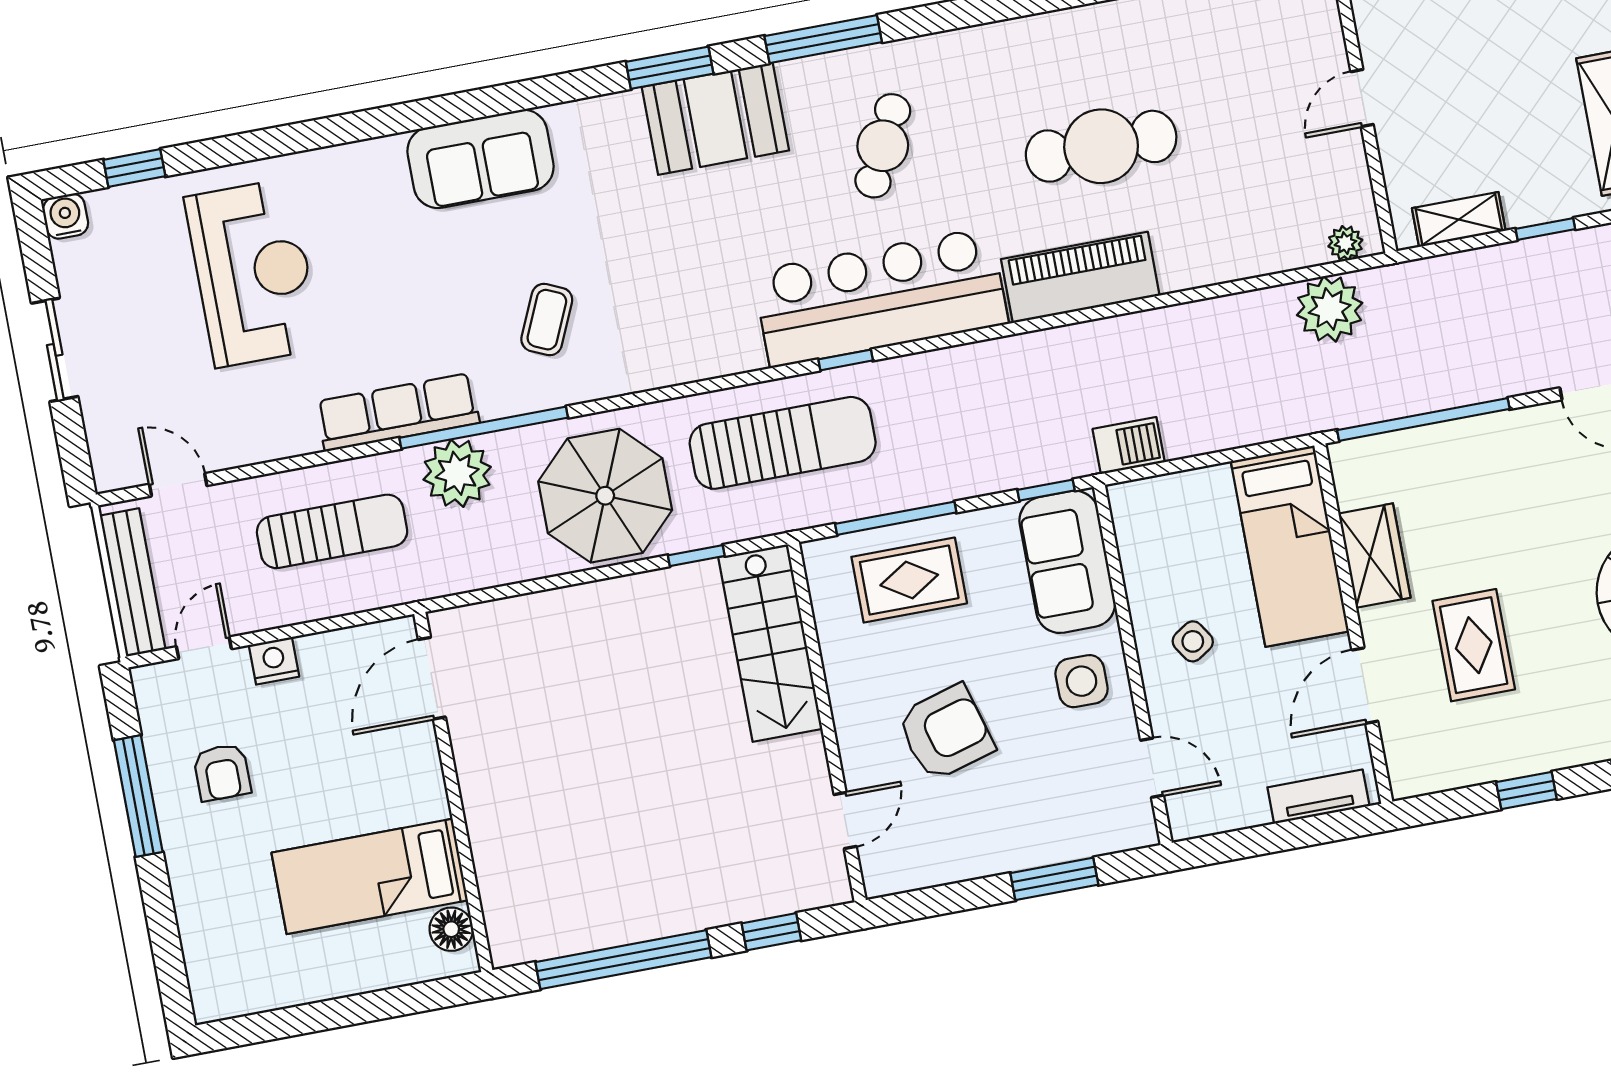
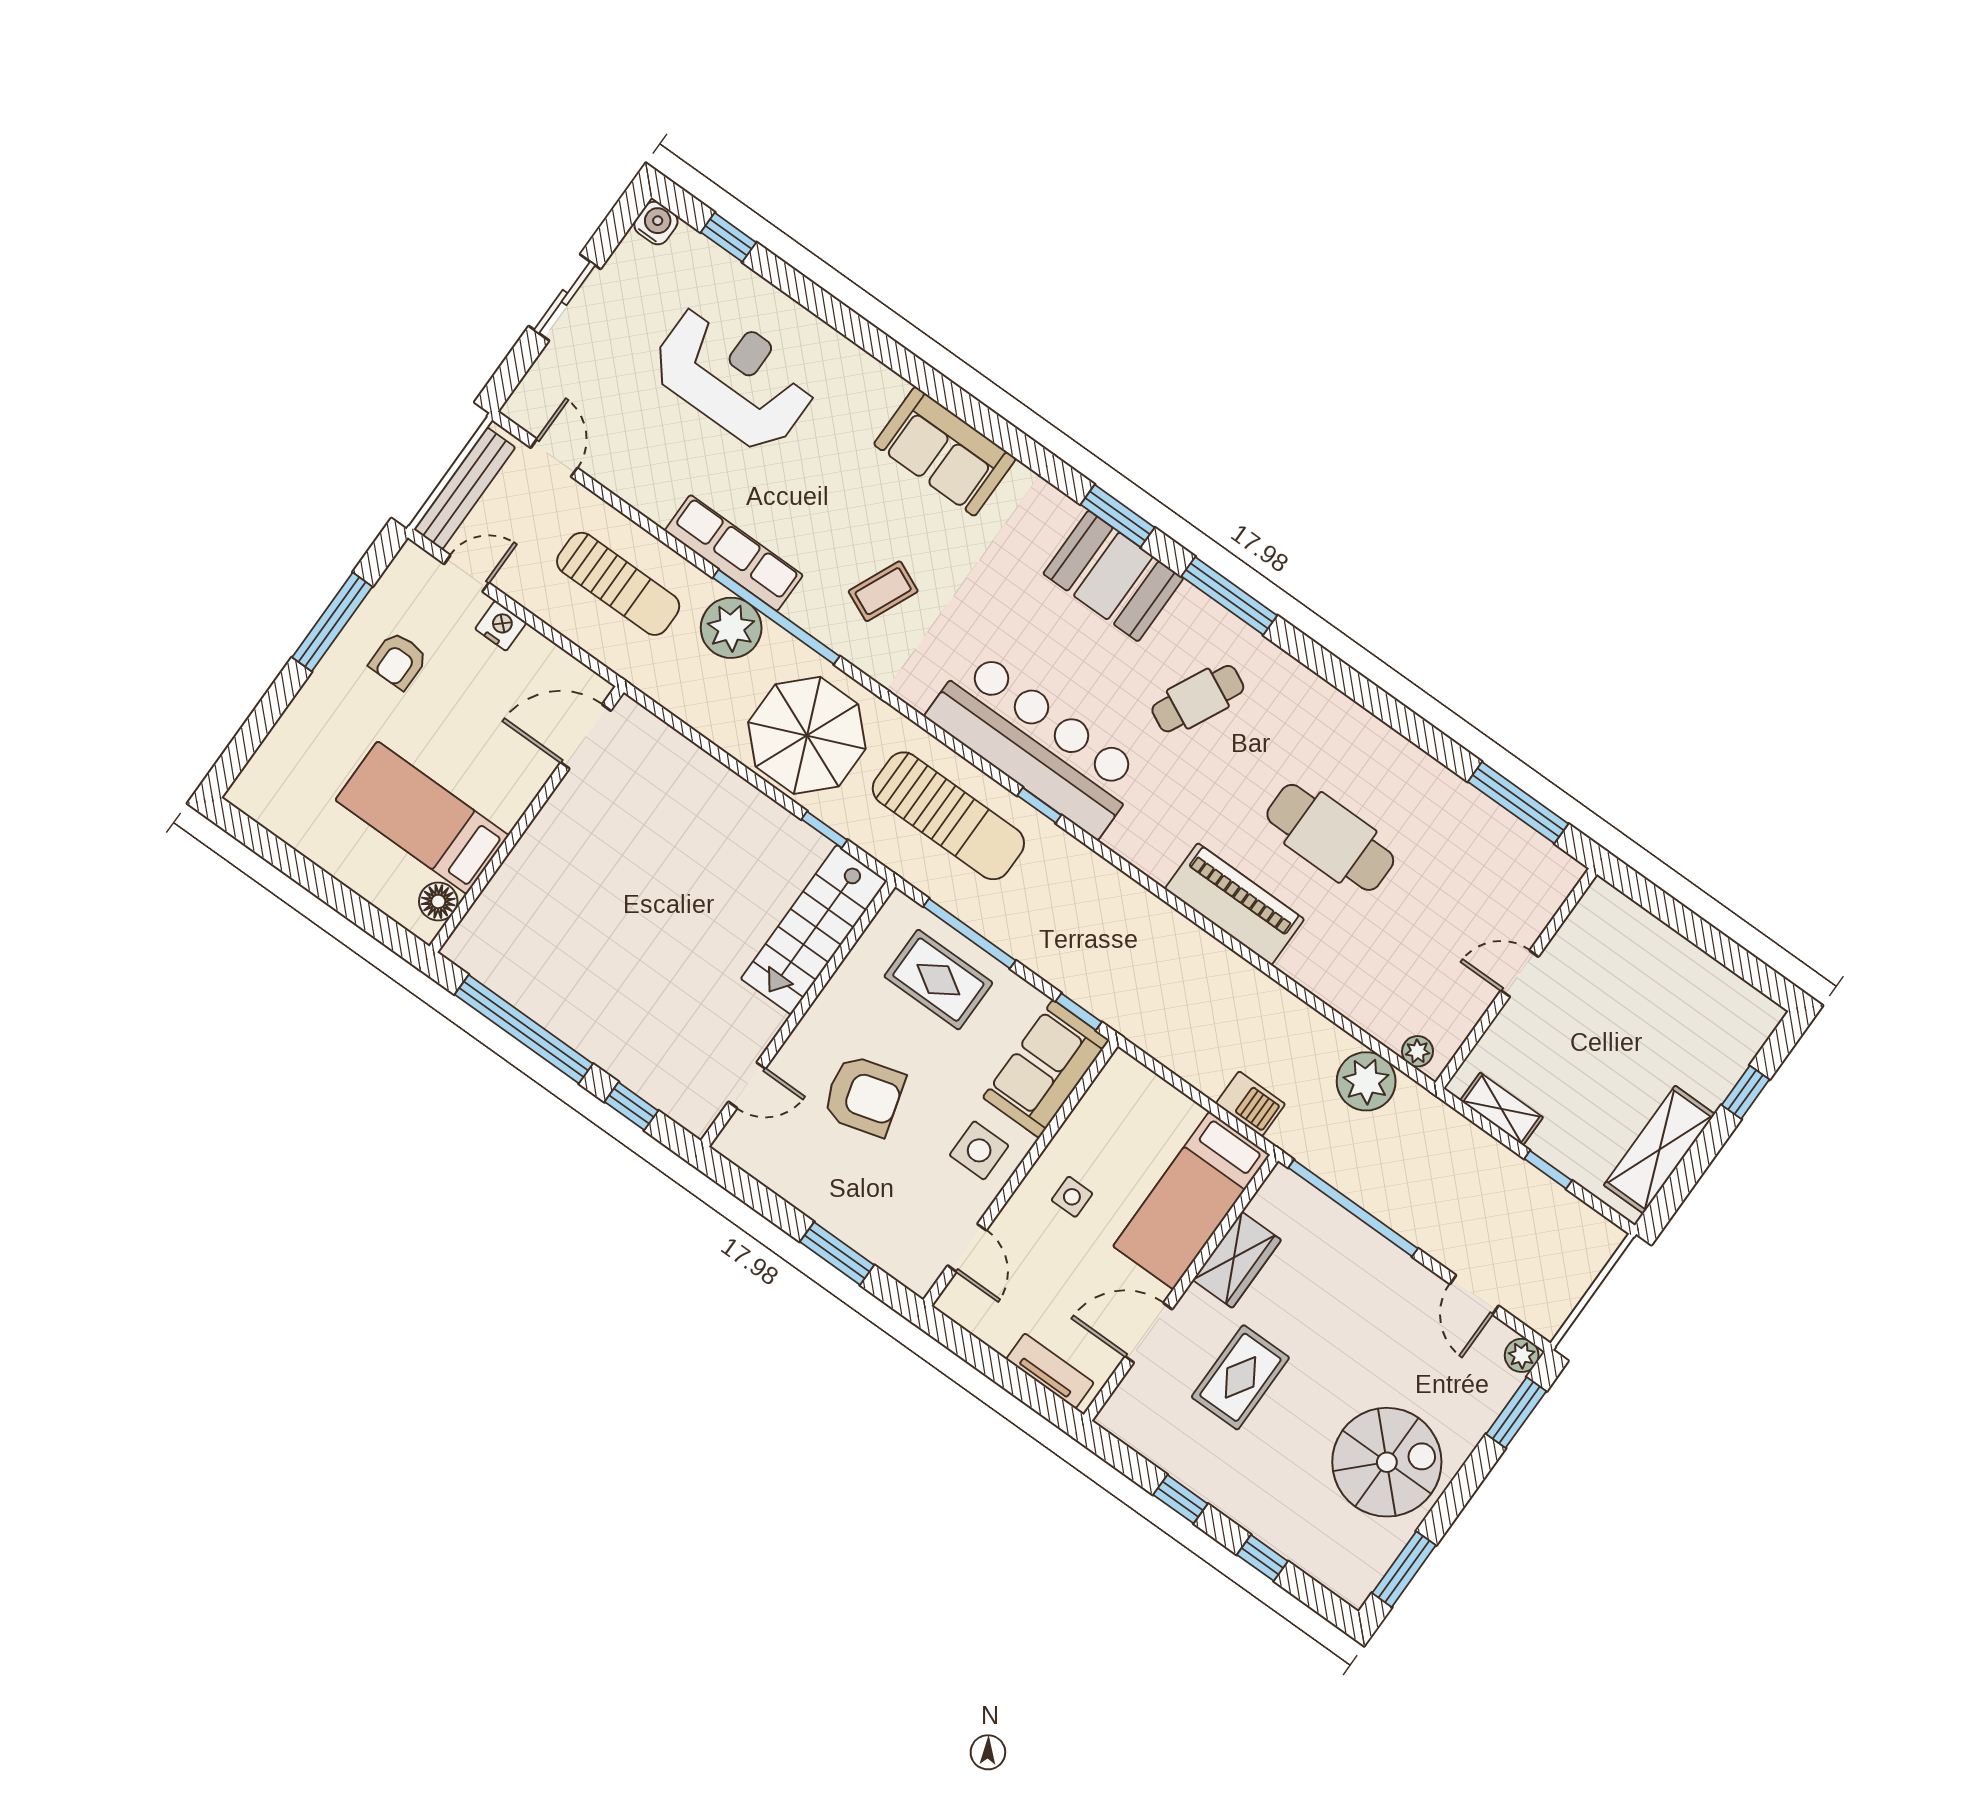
reception desk: (253, 273) -> (734, 376), turned -90
bar counter: (881, 297) -> (1036, 743), moved
barbecue: (1129, 446) -> (1250, 1104), moved
side table: (1193, 641) -> (1072, 1197), turned 33

